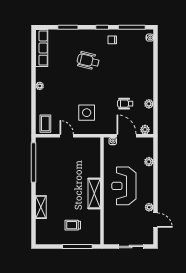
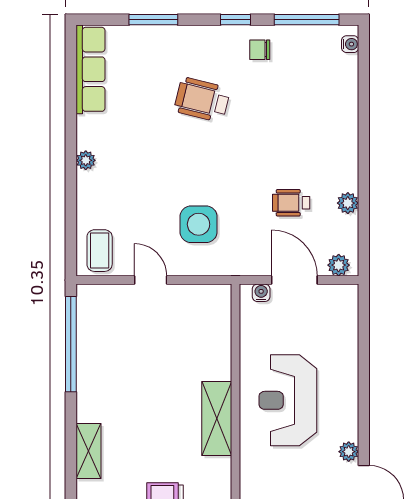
plant: (149, 162) -> (348, 342), removed

